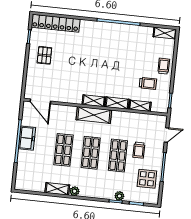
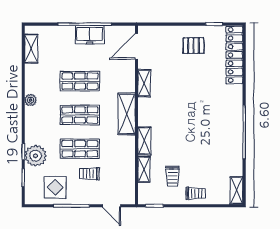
shelving: (94, 101) -> (144, 83), moved
shelving: (57, 189) -> (31, 49), moved
plant: (119, 196) -> (36, 156), width x1.88, depth x1.88

